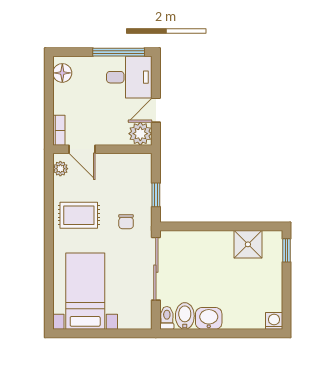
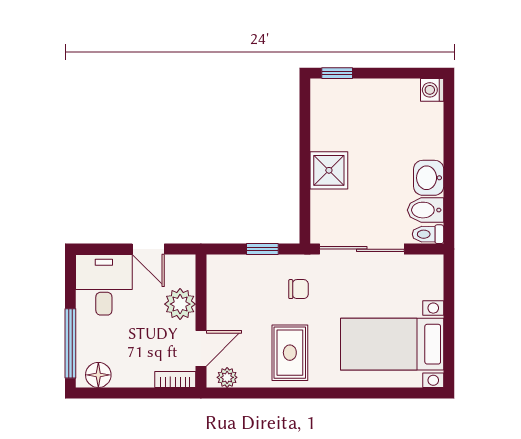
window: (119, 52) -> (70, 343), moved
plant: (140, 134) -> (180, 304), moved
shower: (248, 244) -> (329, 170), moved

